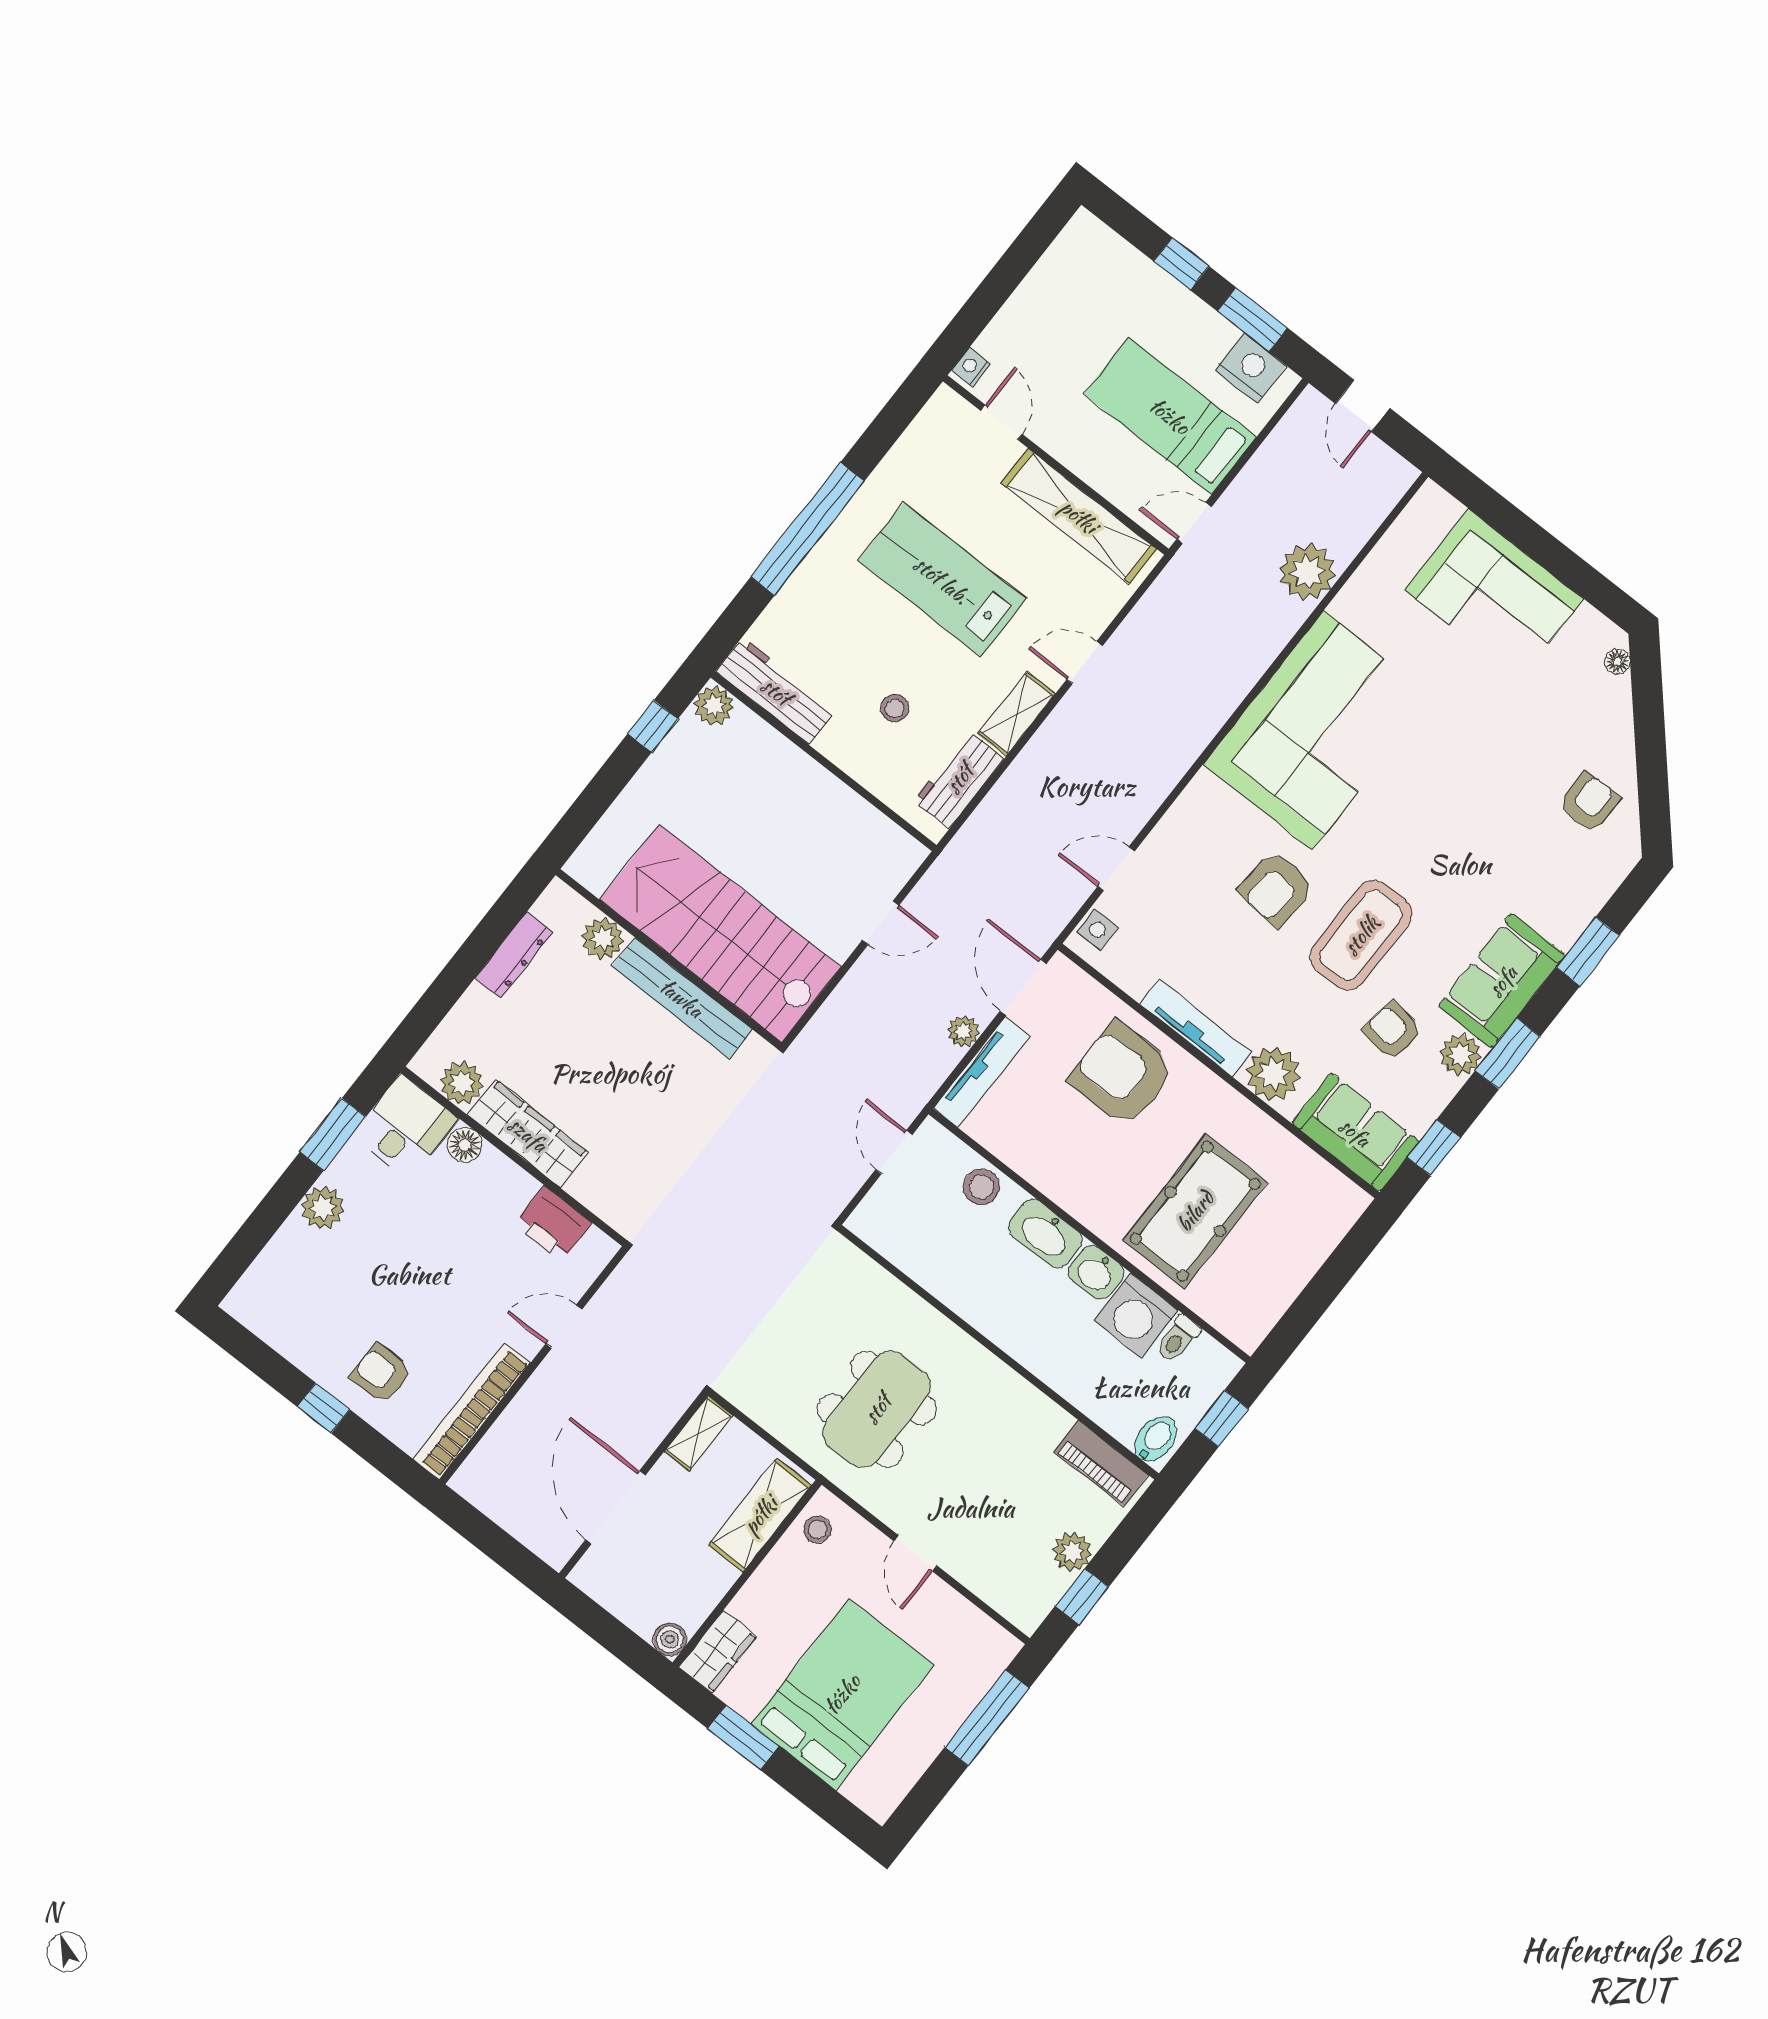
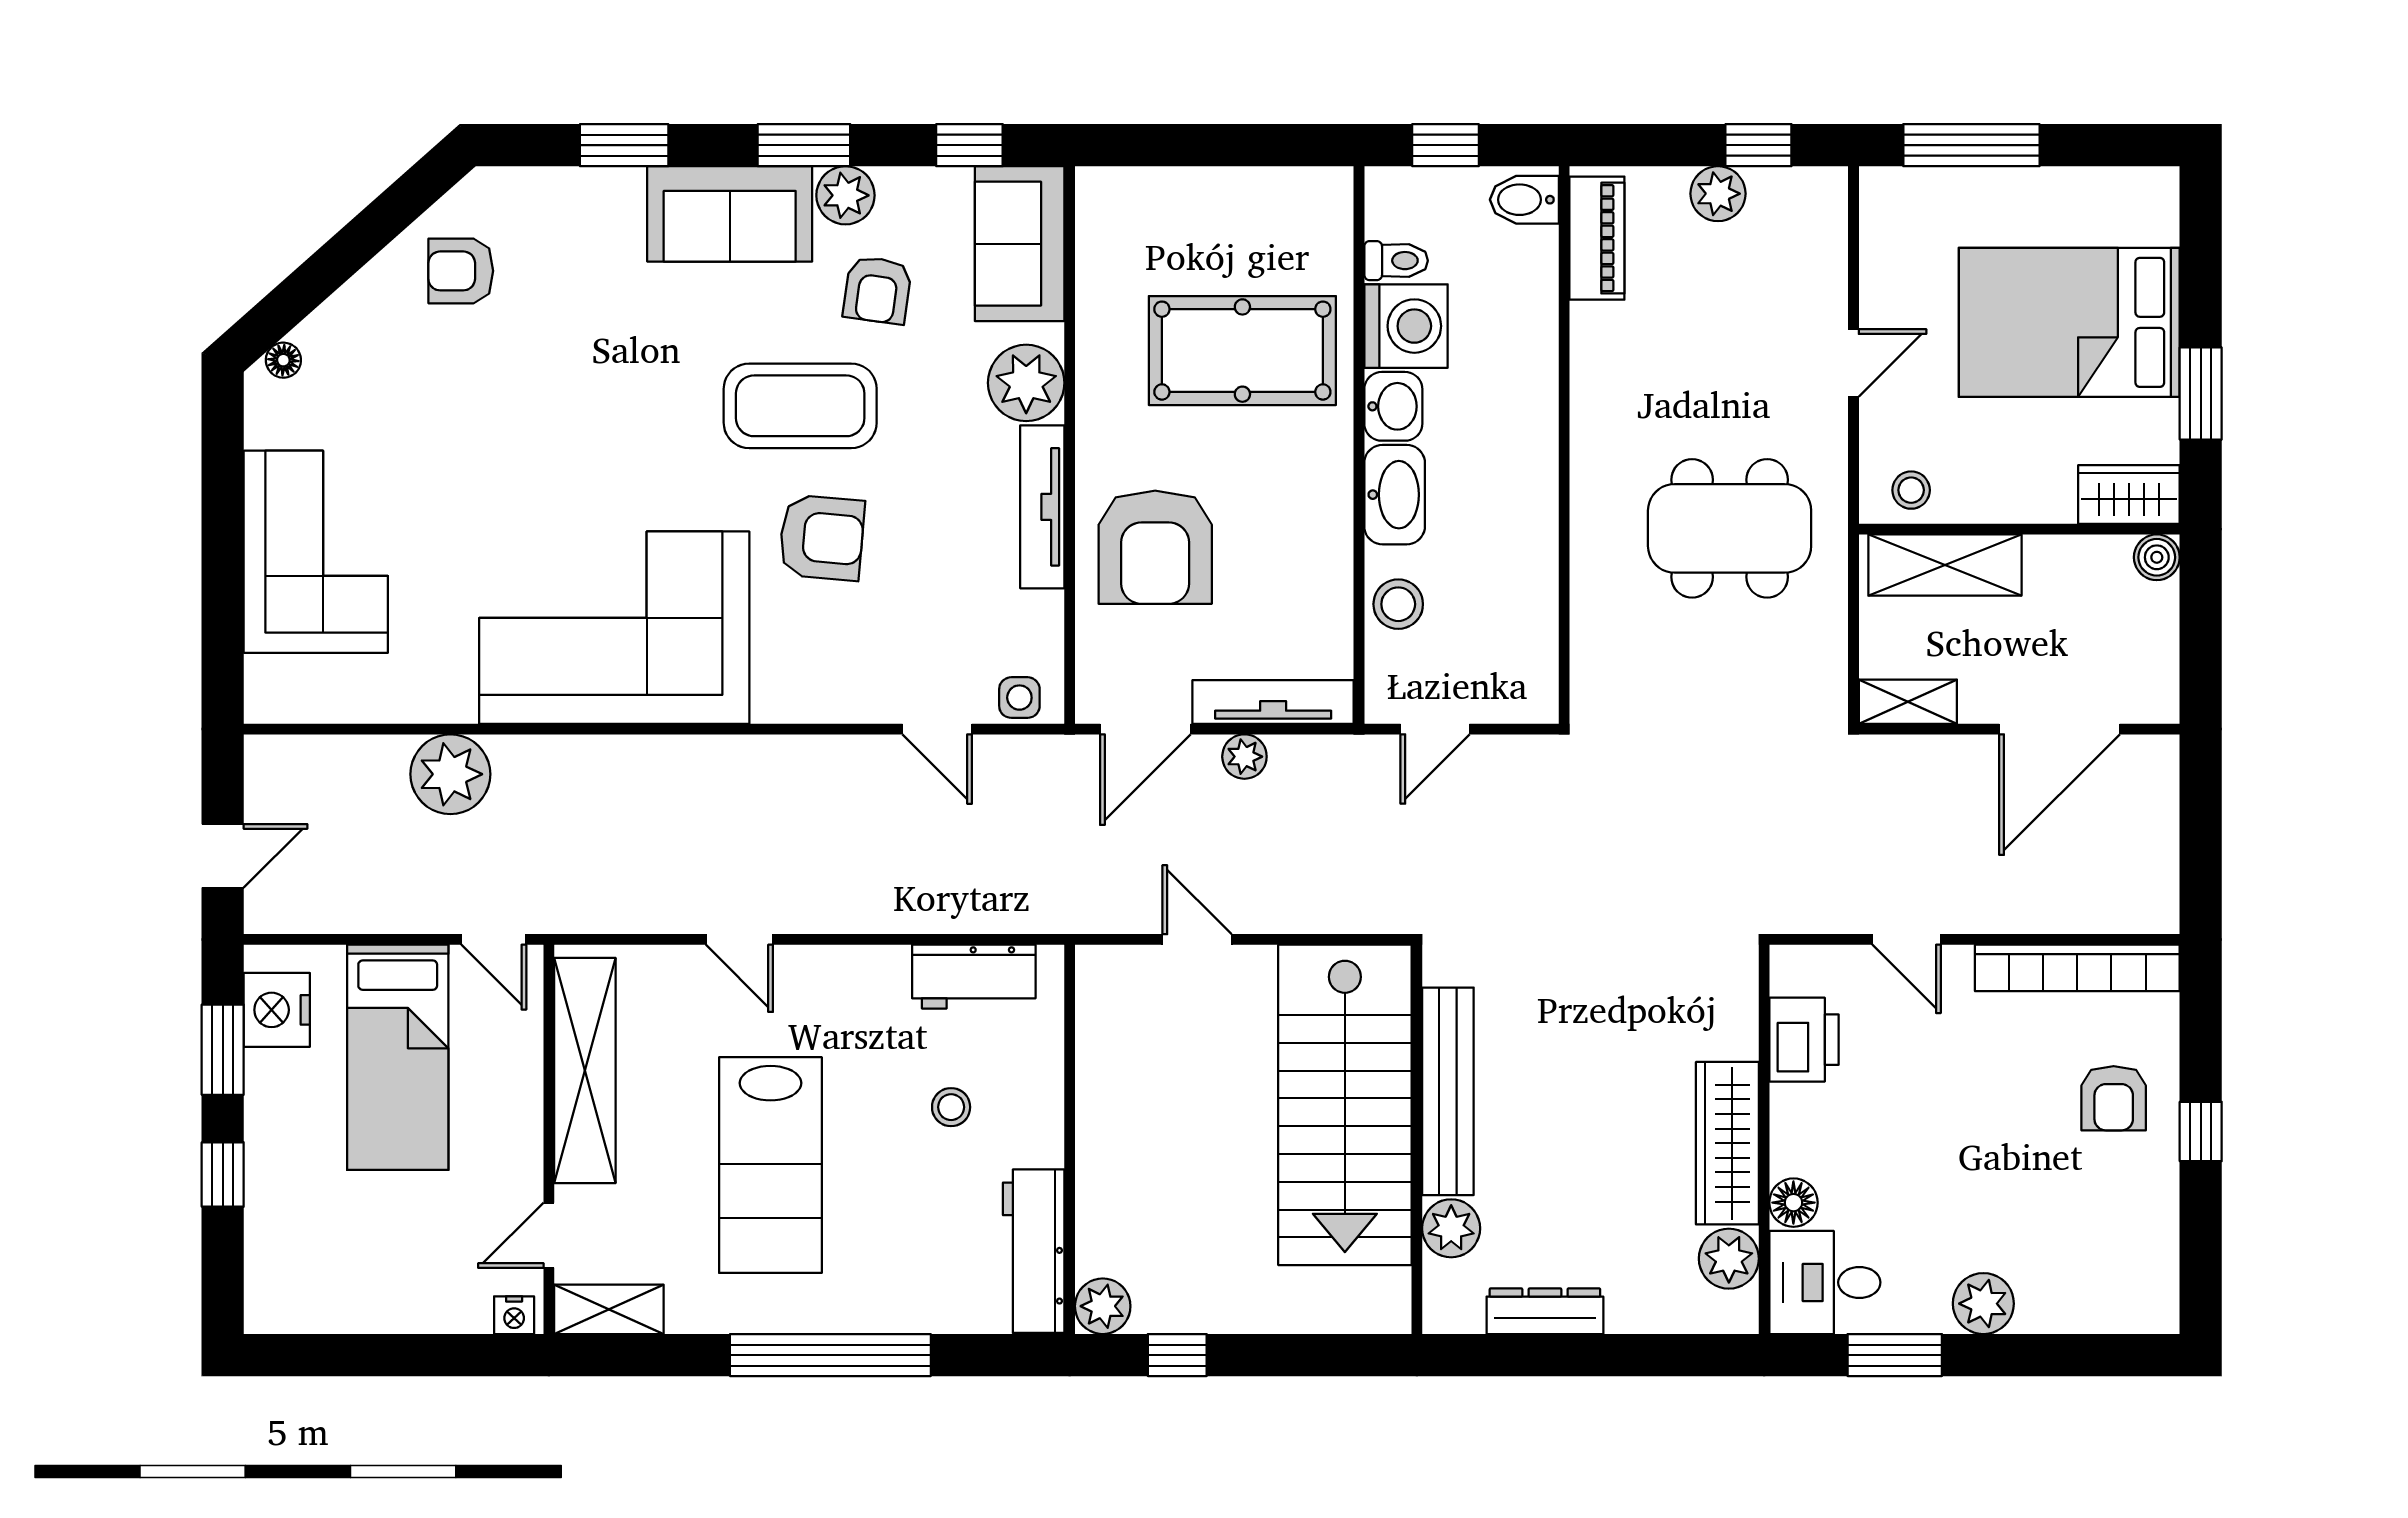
shelving: (1017, 714) -> (609, 1309), moved

